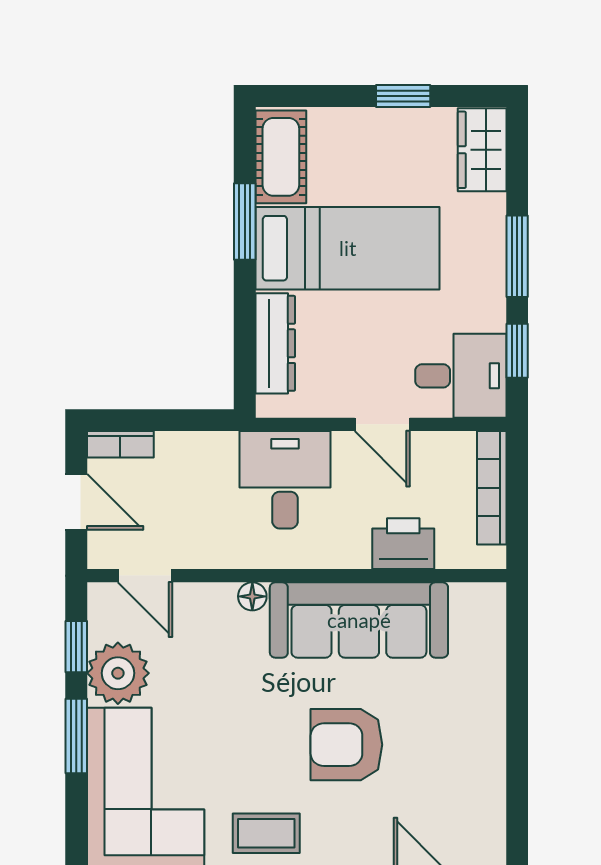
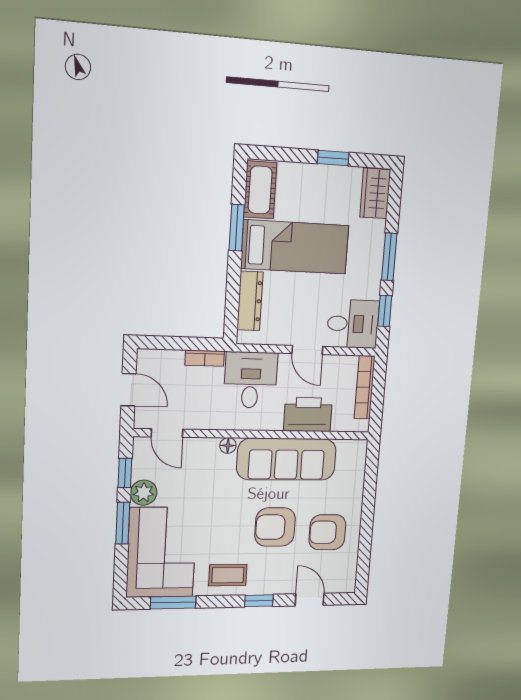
bookcase: (120, 444) -> (205, 358), moved
printer: (403, 544) -> (308, 415), width x1.37, depth x1.19
plant: (118, 673) -> (144, 493), width x0.73, depth x0.73
armchair: (444, 755) -> (327, 532), added

